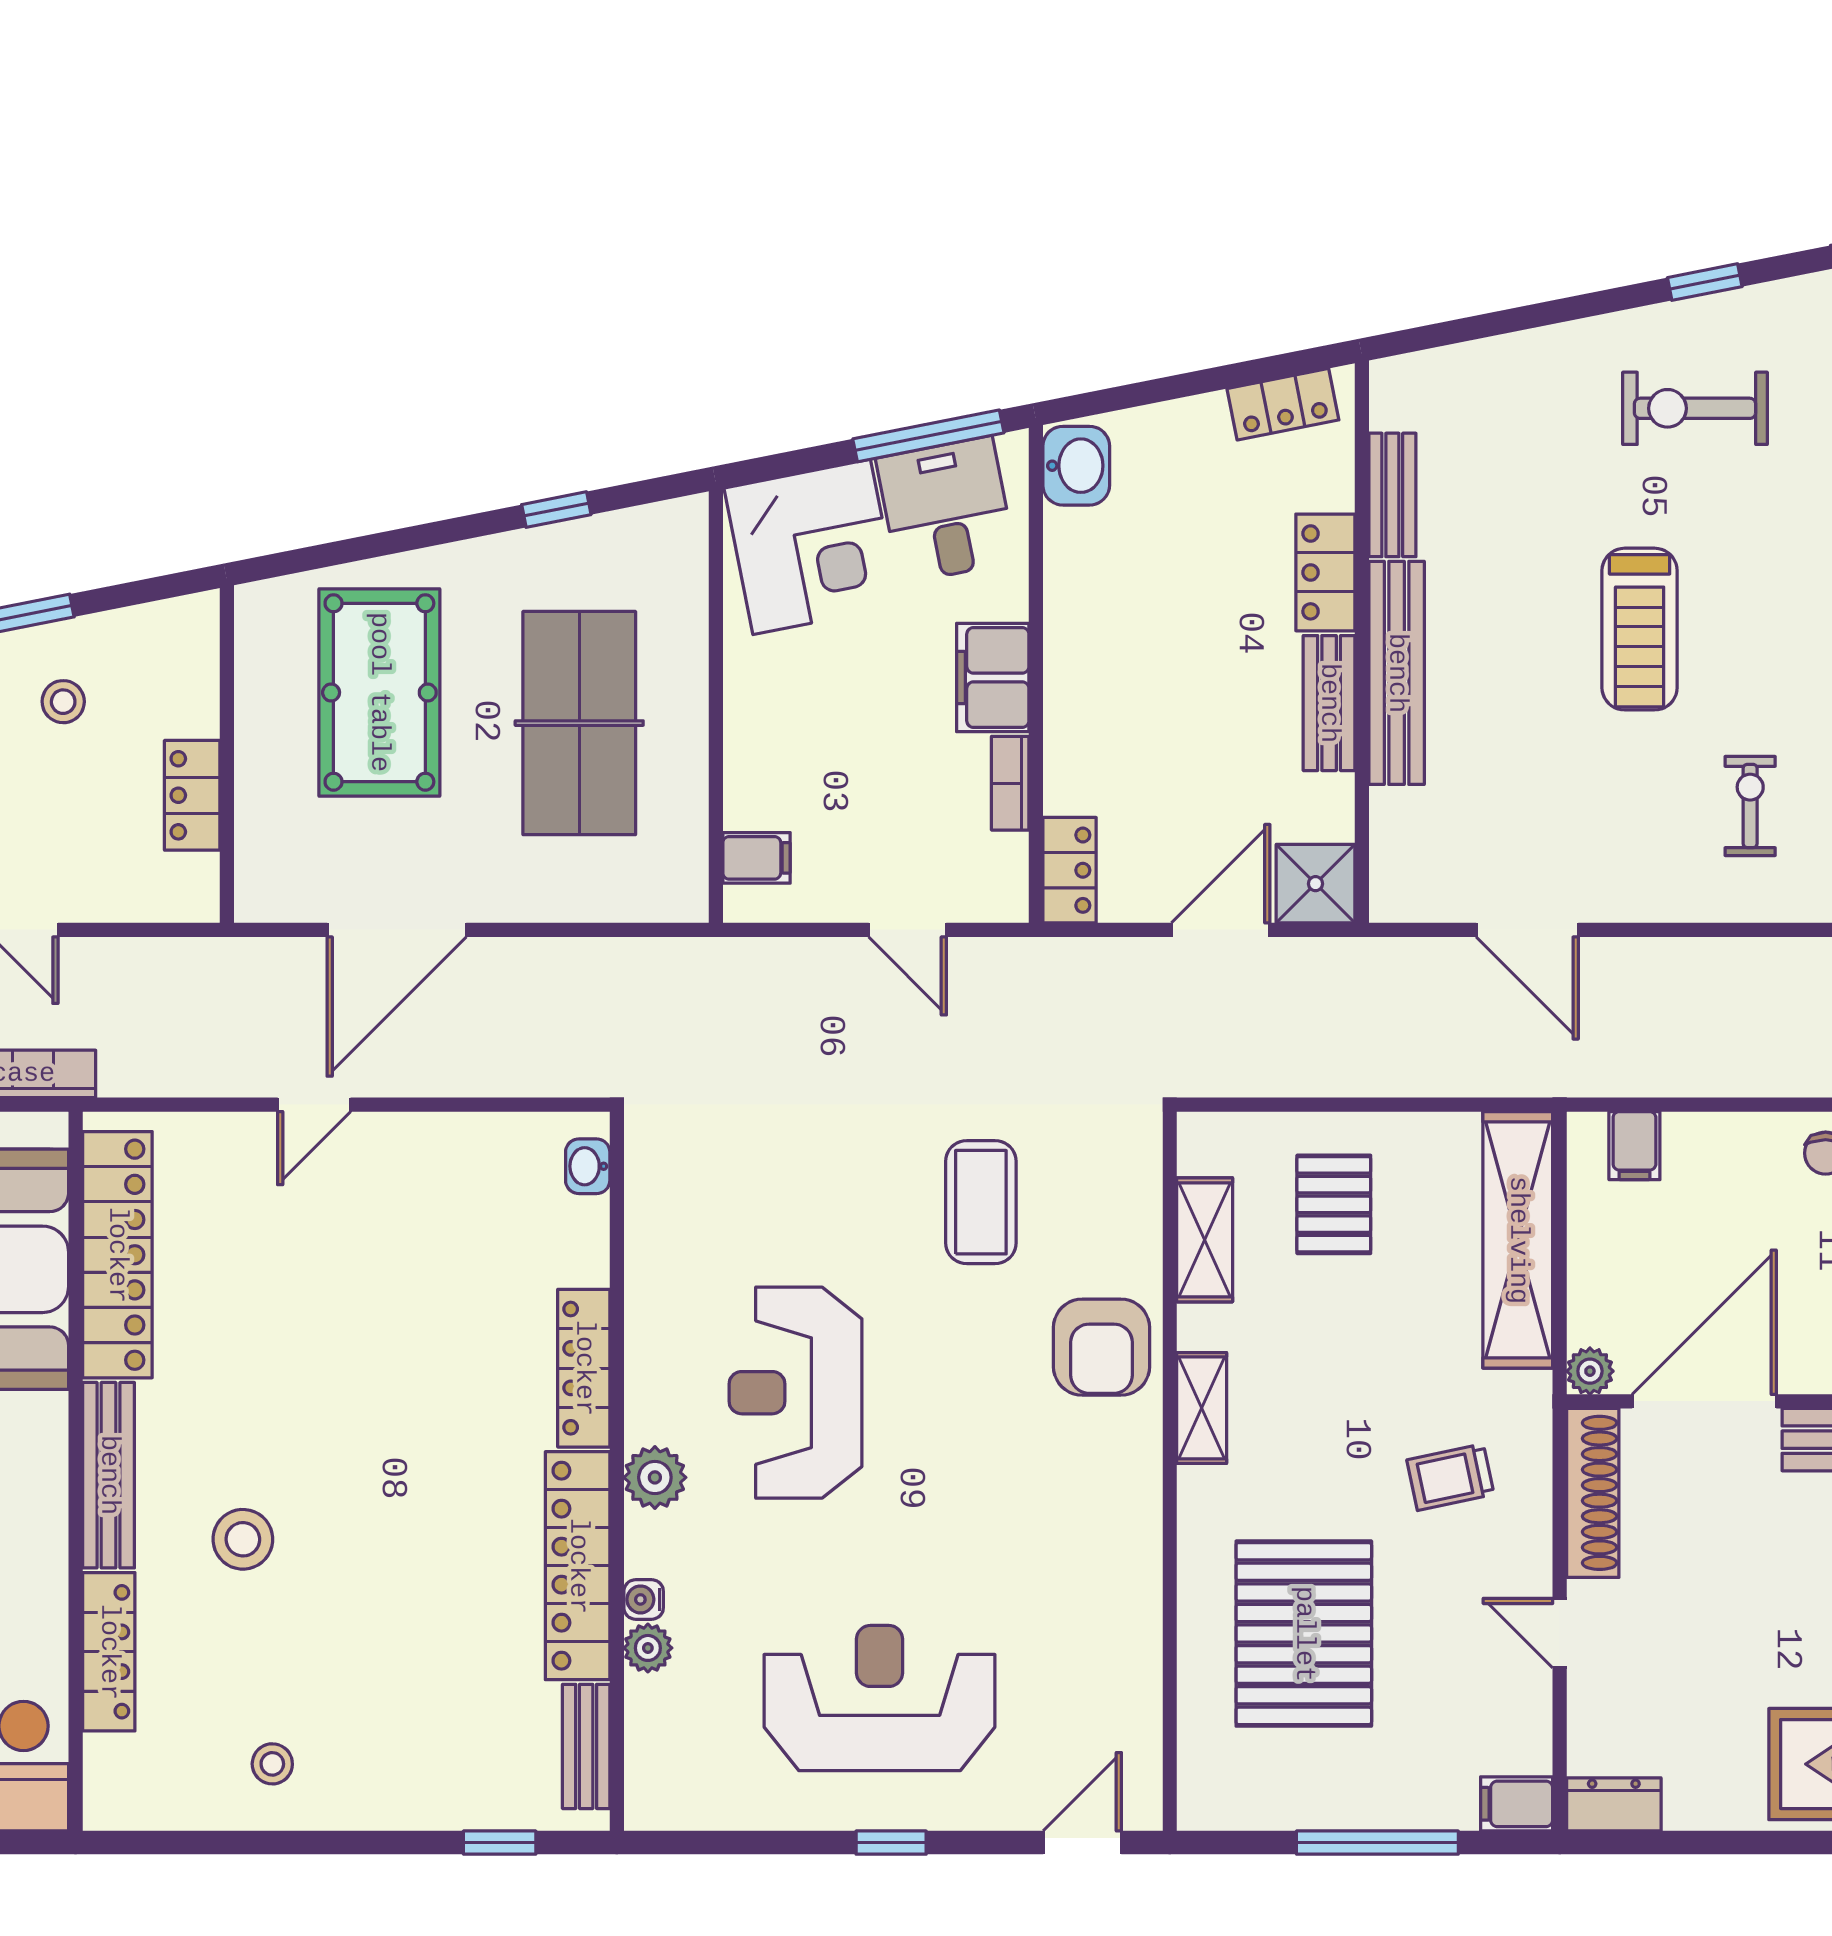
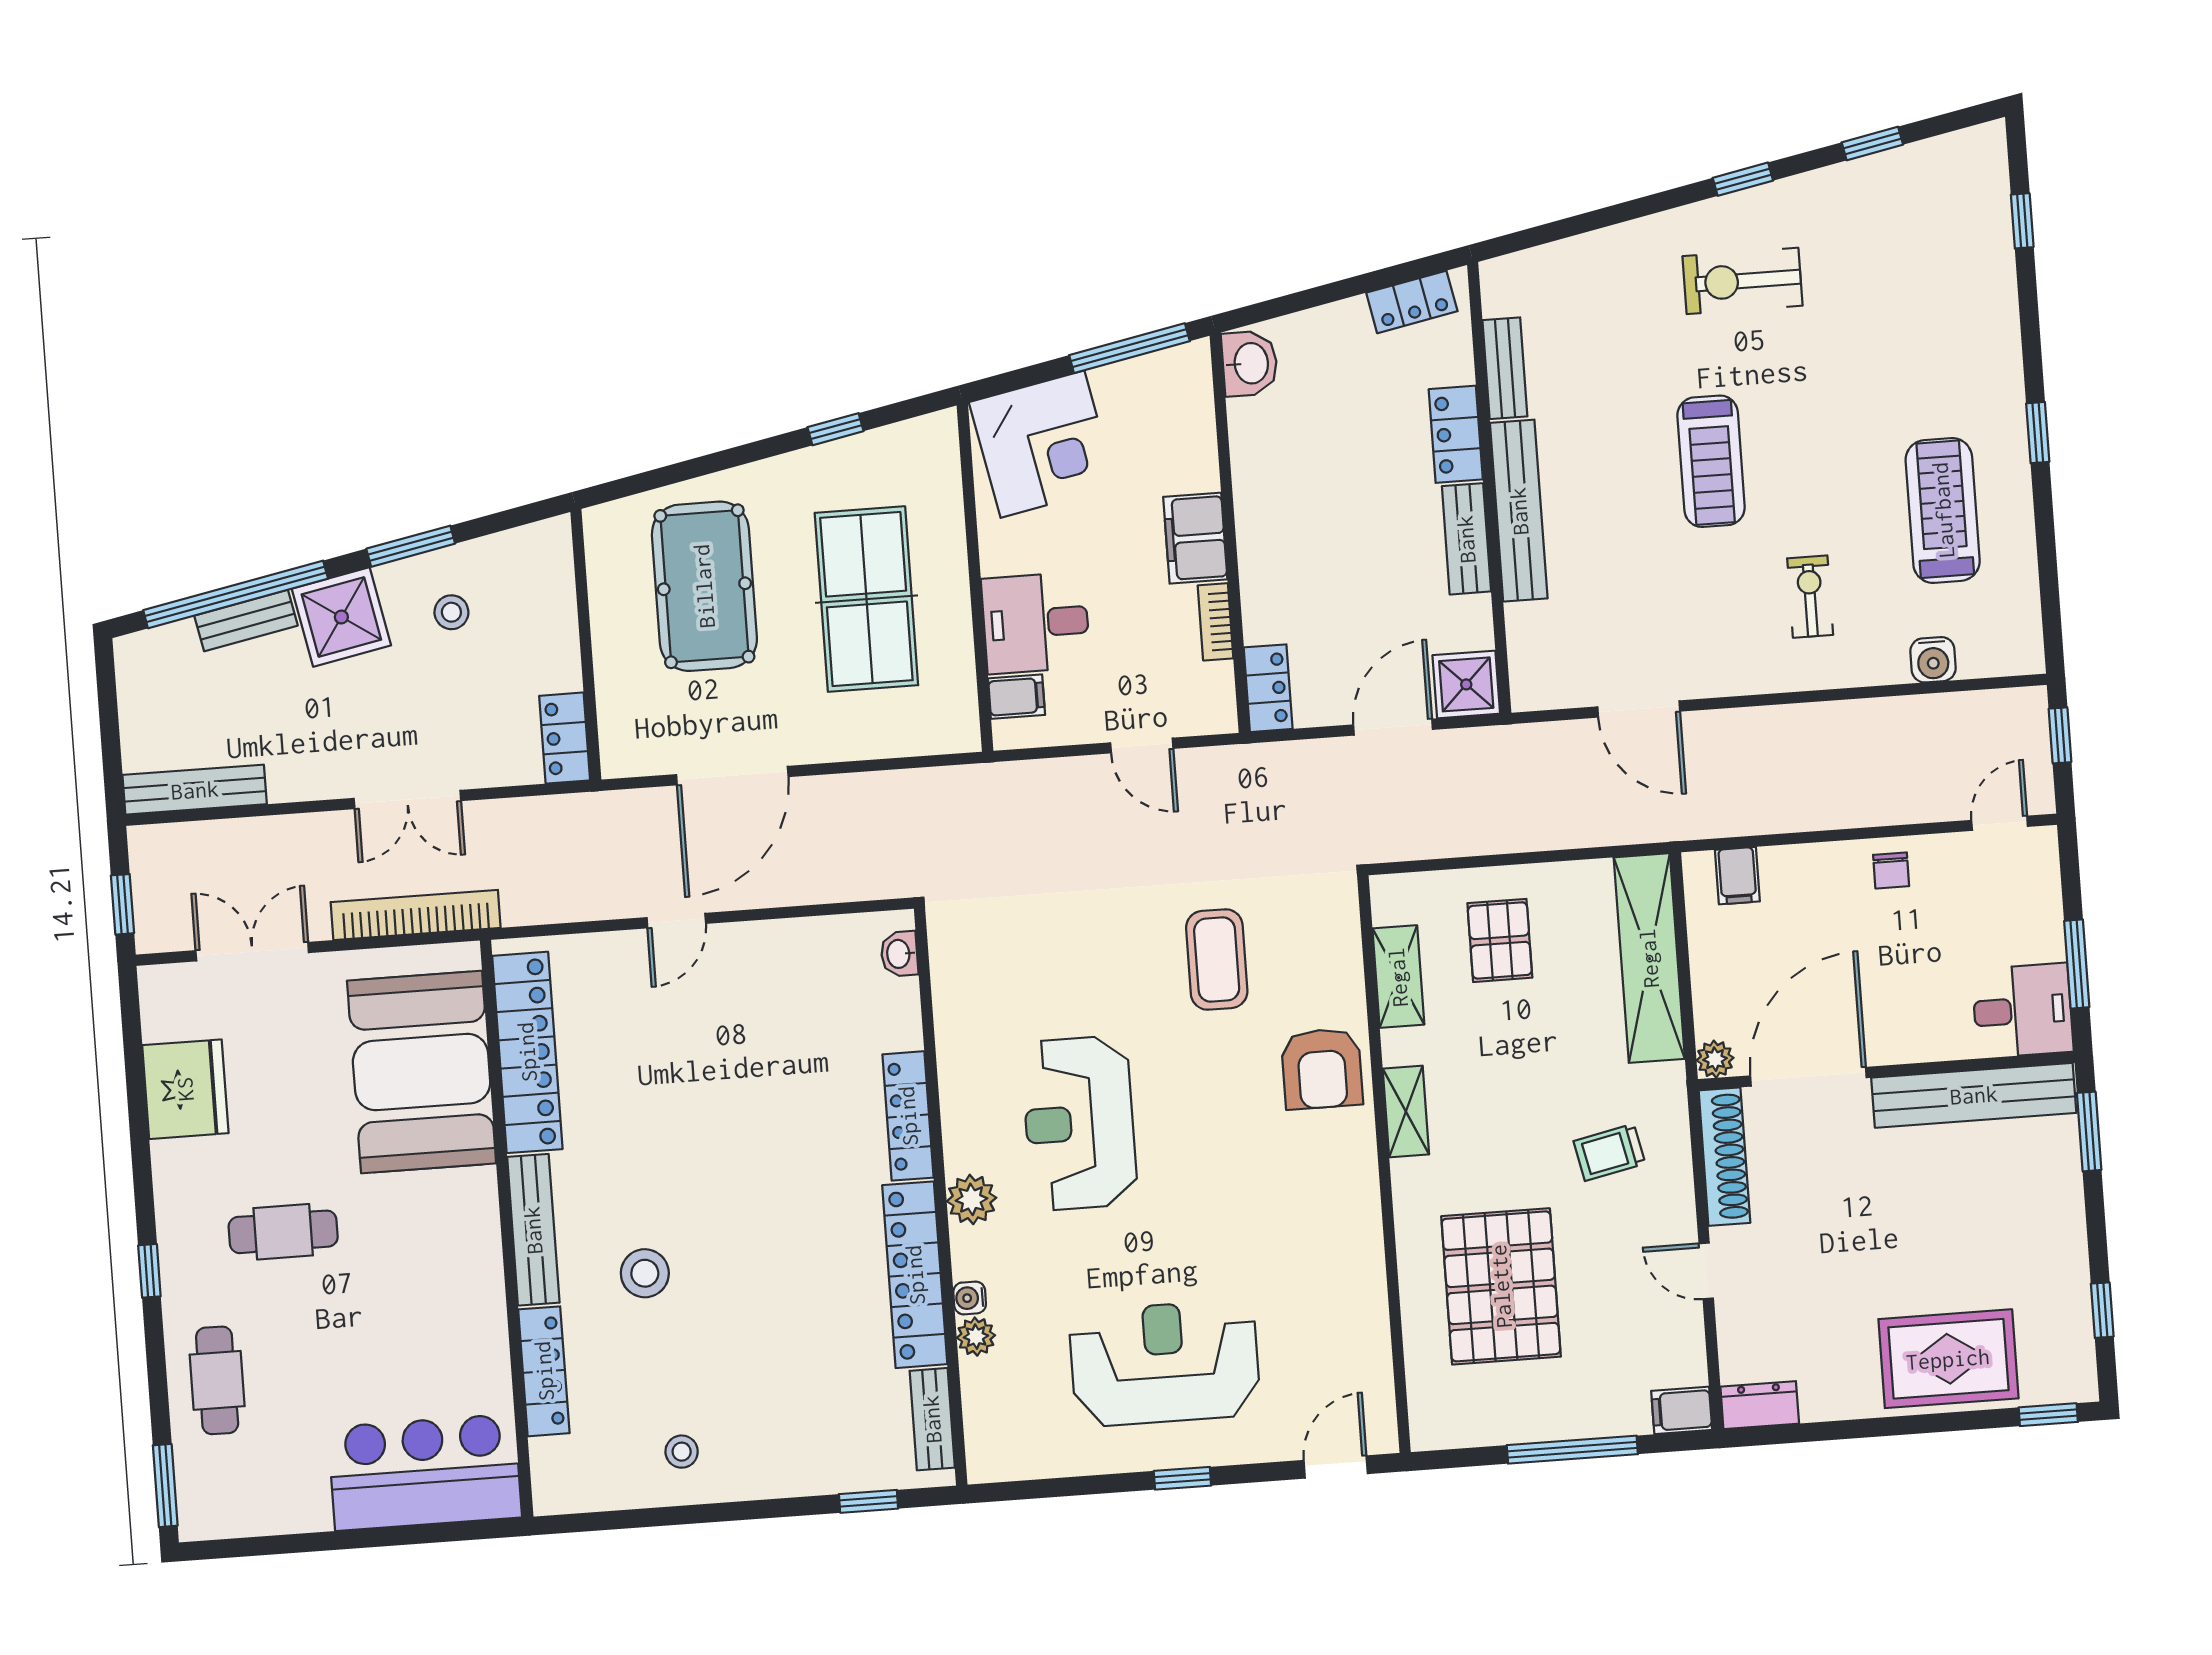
desk: (946, 510) -> (1036, 623), moved, turned -79
locker: (192, 795) -> (565, 738), moved

